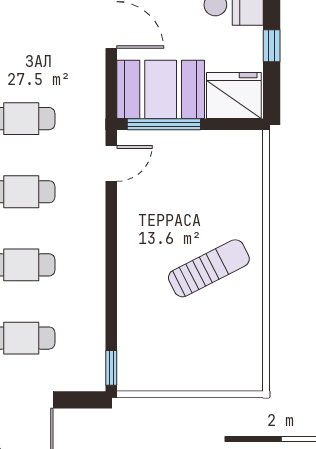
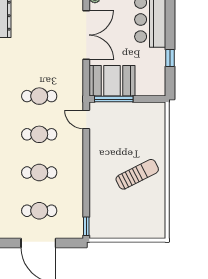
fridge: (234, 96) -> (150, 84), removed
door: (111, 163) -> (86, 120), swing flipped

